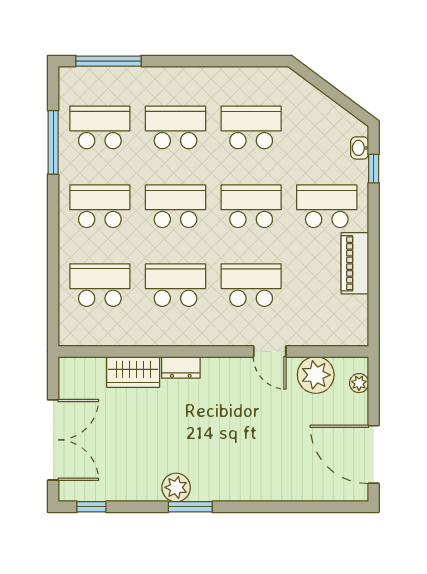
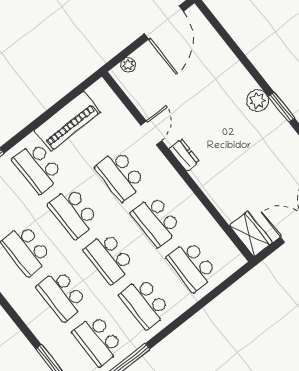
piano: (355, 263) -> (67, 121), width x1.37, depth x1.33
dresser: (181, 367) -> (184, 155), moved
wardrobe: (133, 372) -> (251, 234), moved
plant: (316, 375) -> (144, 95), removed
plant: (176, 487) -> (258, 101), moved

